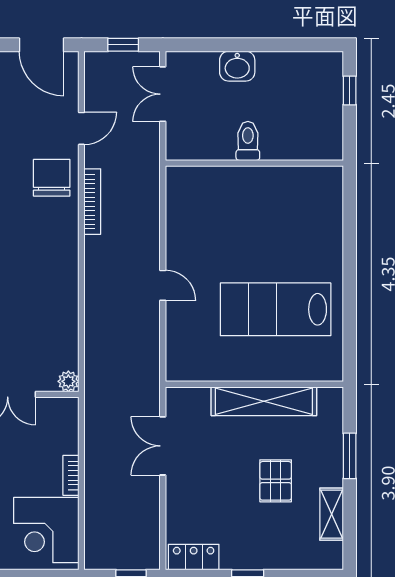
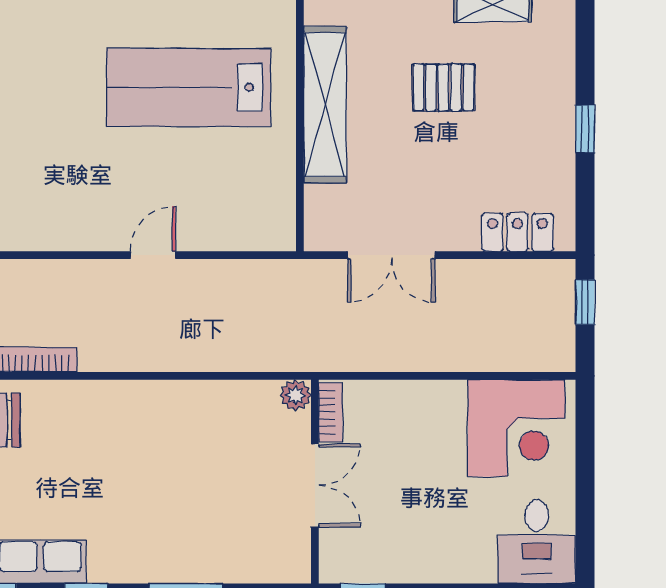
lab bench: (276, 309) -> (189, 87), turned 90
bookcase: (71, 475) -> (331, 412), moved, turned -90
locker: (194, 557) -> (517, 232), moved, turned 90

